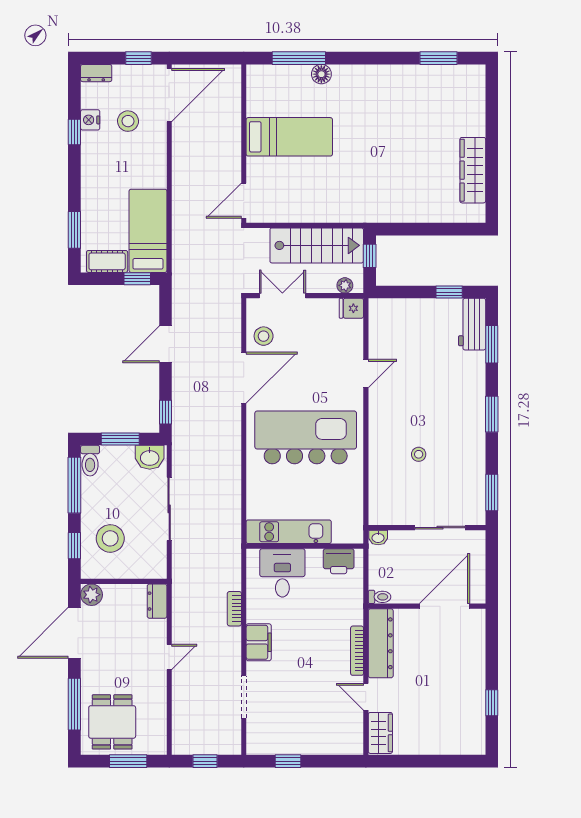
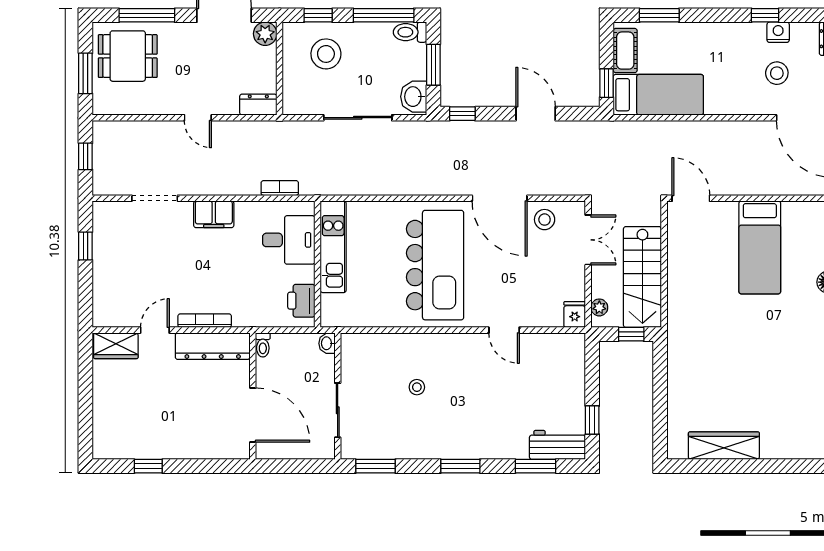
bookcase: (234, 609) -> (280, 188), moved

